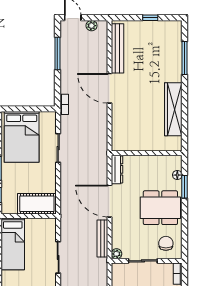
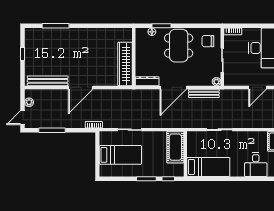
wardrobe: (173, 109) -> (125, 64), moved, turned 90
bed: (22, 137) -> (120, 155), width x0.67

